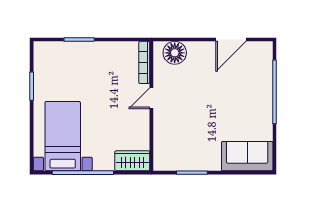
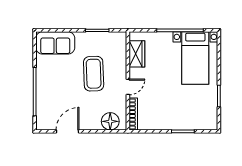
coffee table: (197, 116) -> (94, 74), added
wardrobe: (132, 161) -> (137, 54), moved, turned -90

